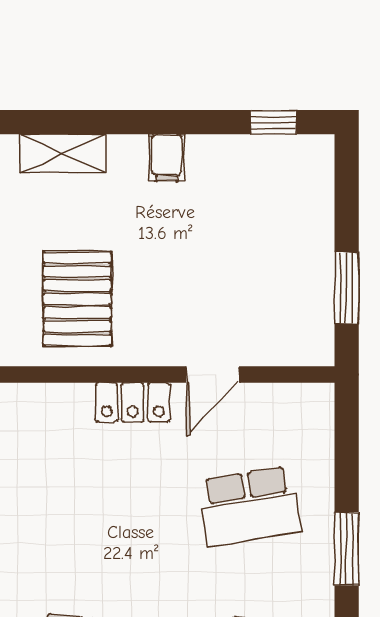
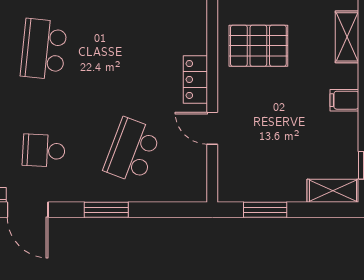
shelving: (316, 176) -> (333, 191), added
school desk: (250, 506) -> (132, 151), turned 30

